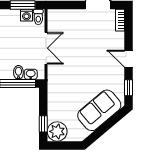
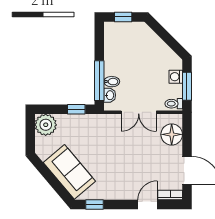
washing machine: (26, 15) -> (176, 77), moved
floor lamp: (66, 19) -> (172, 134), added
door: (129, 59) -> (148, 205), moved
window: (43, 124) -> (76, 109), moved

